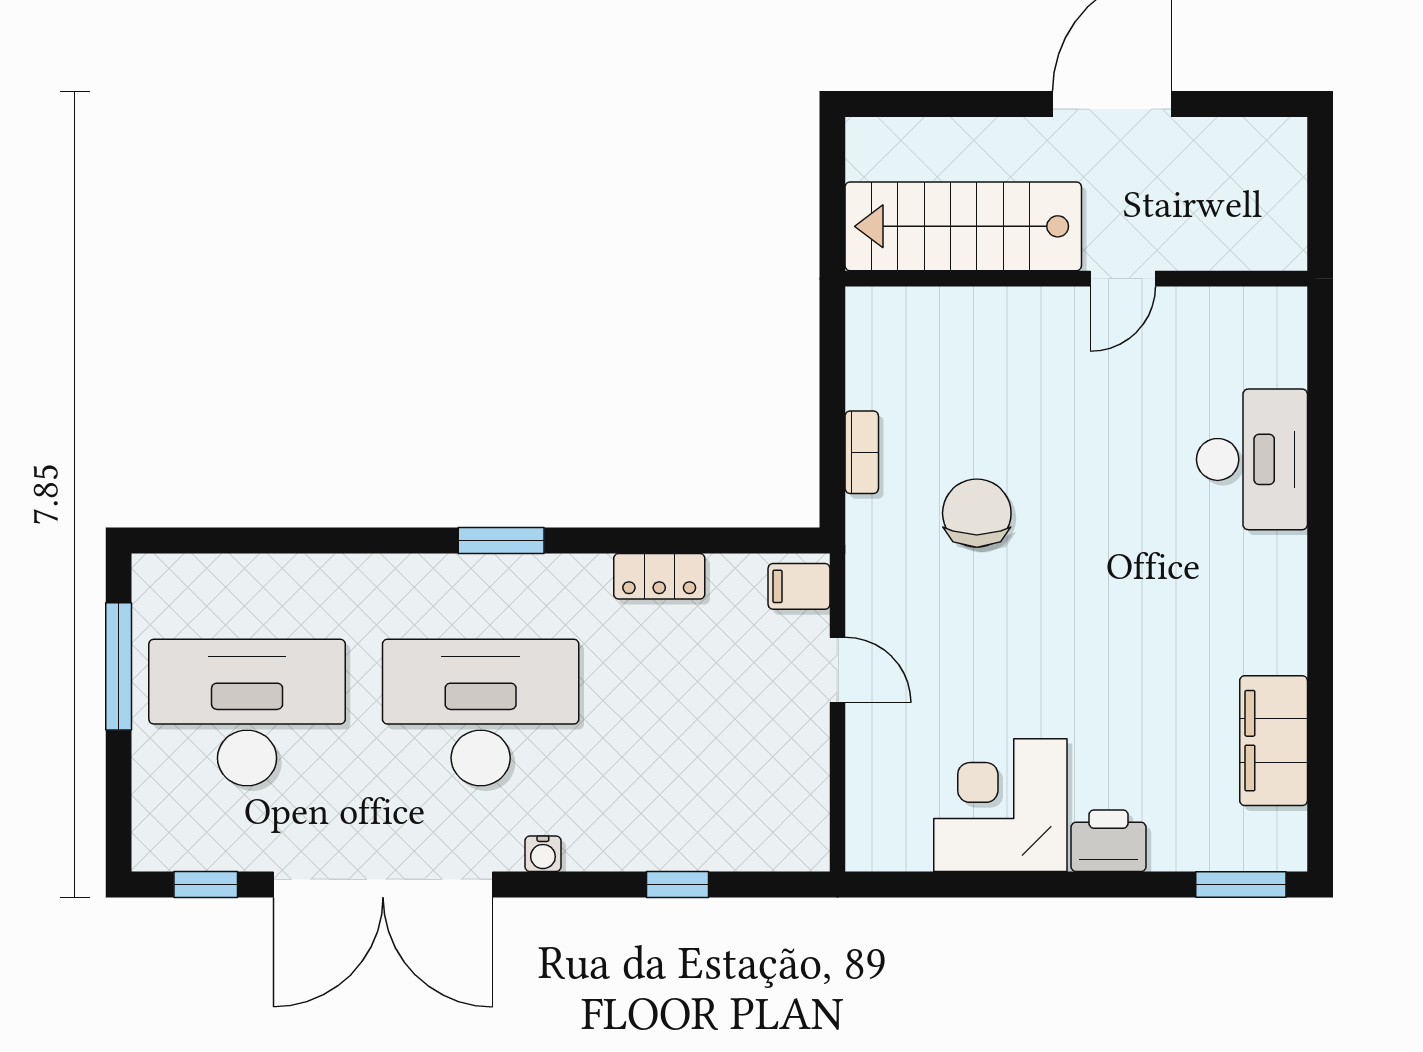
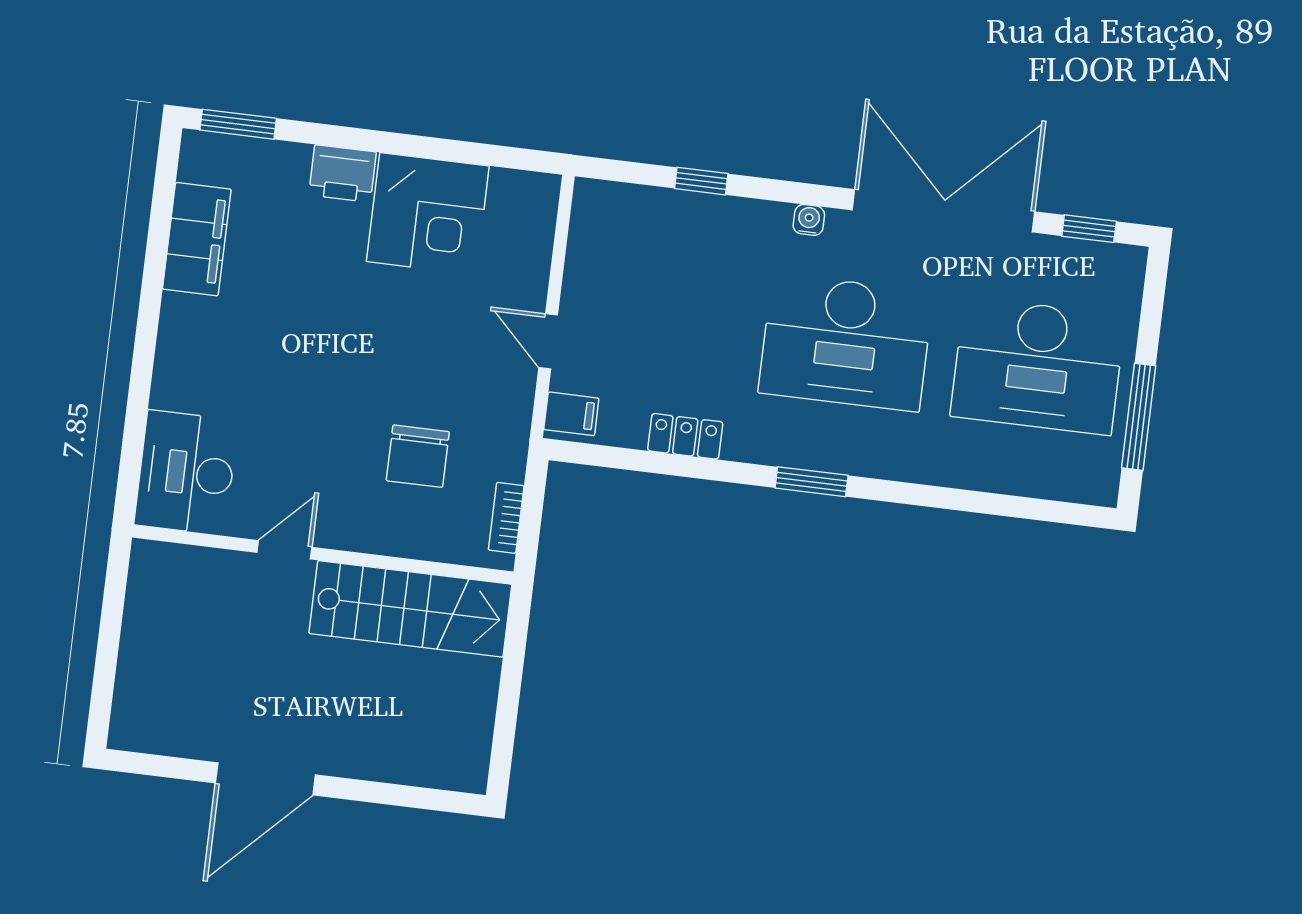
stairs: (963, 226) -> (410, 609), moved
wall: (1076, 279) -> (323, 554), moved
door: (1123, 279) -> (284, 550), moved

